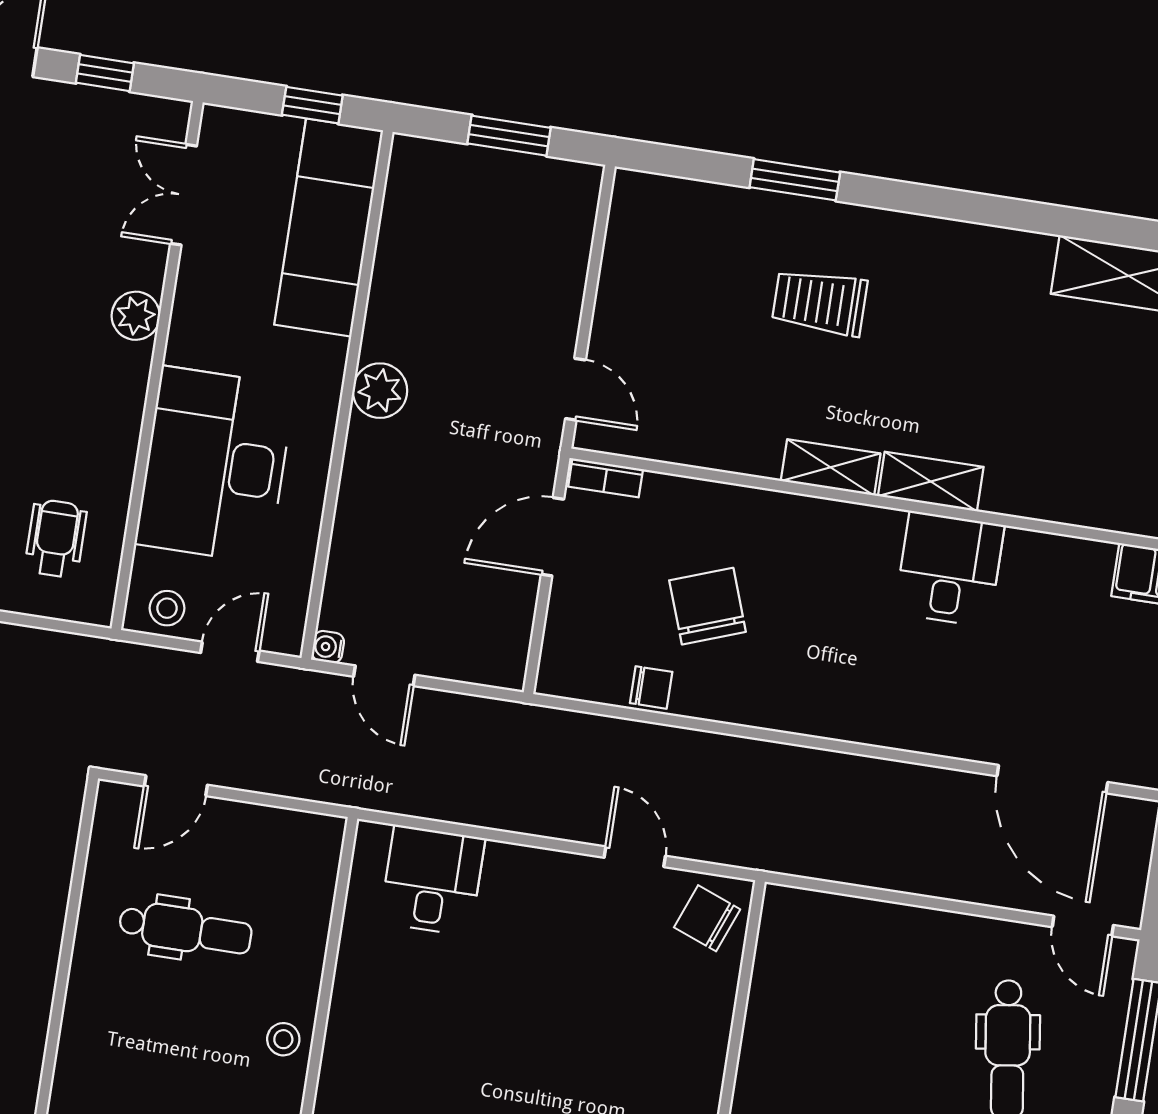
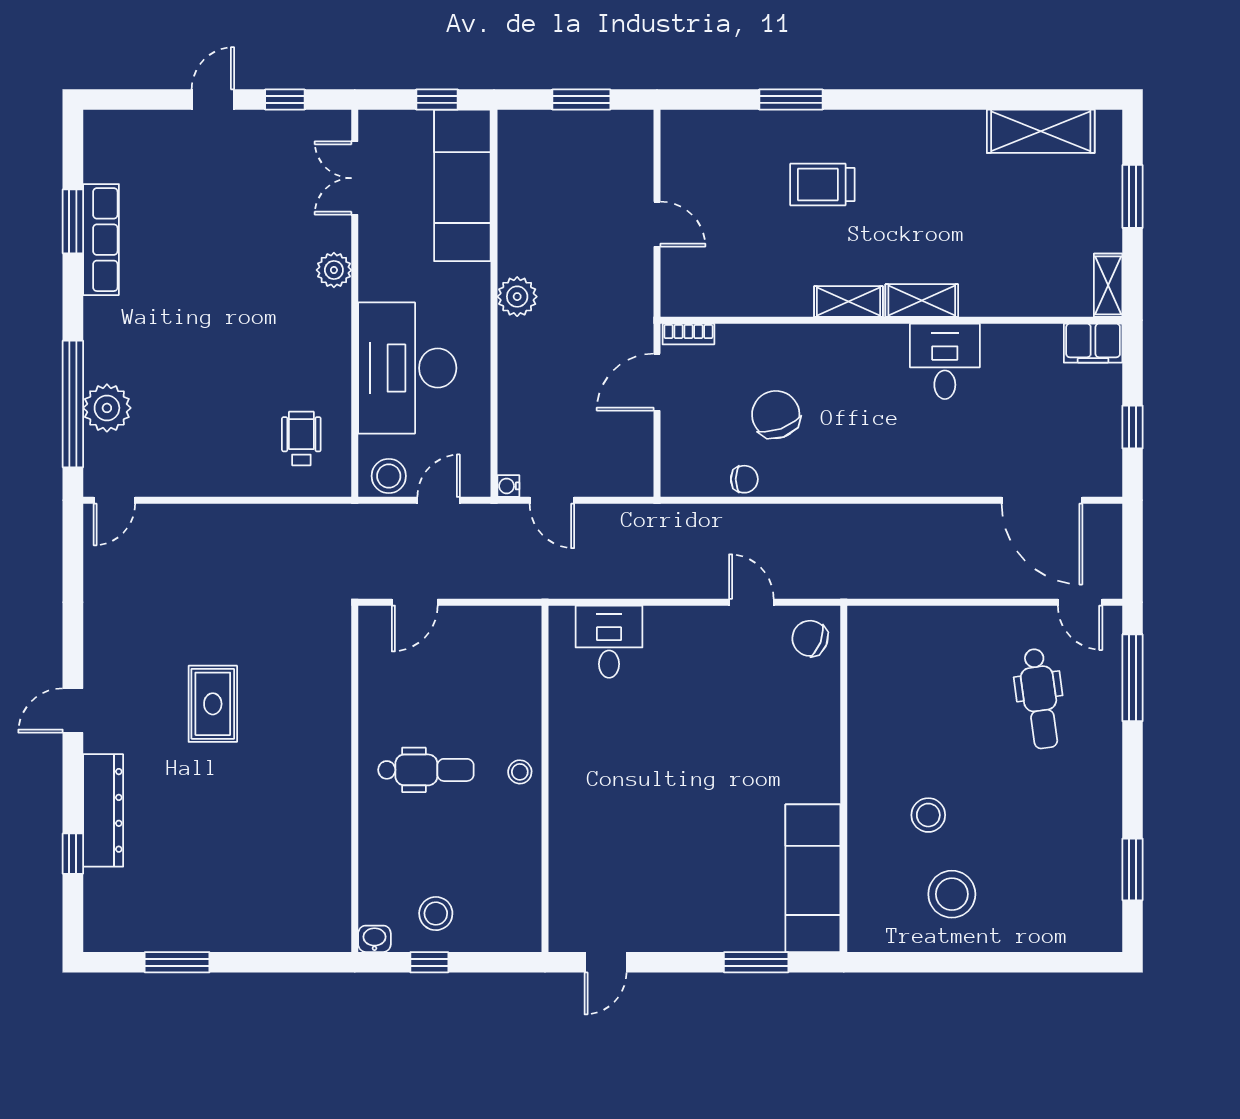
door: (575, 389) -> (657, 224), moved
stool: (167, 608) -> (389, 476), width x1.37, depth x1.37
dental chair: (185, 929) -> (426, 770), moved

